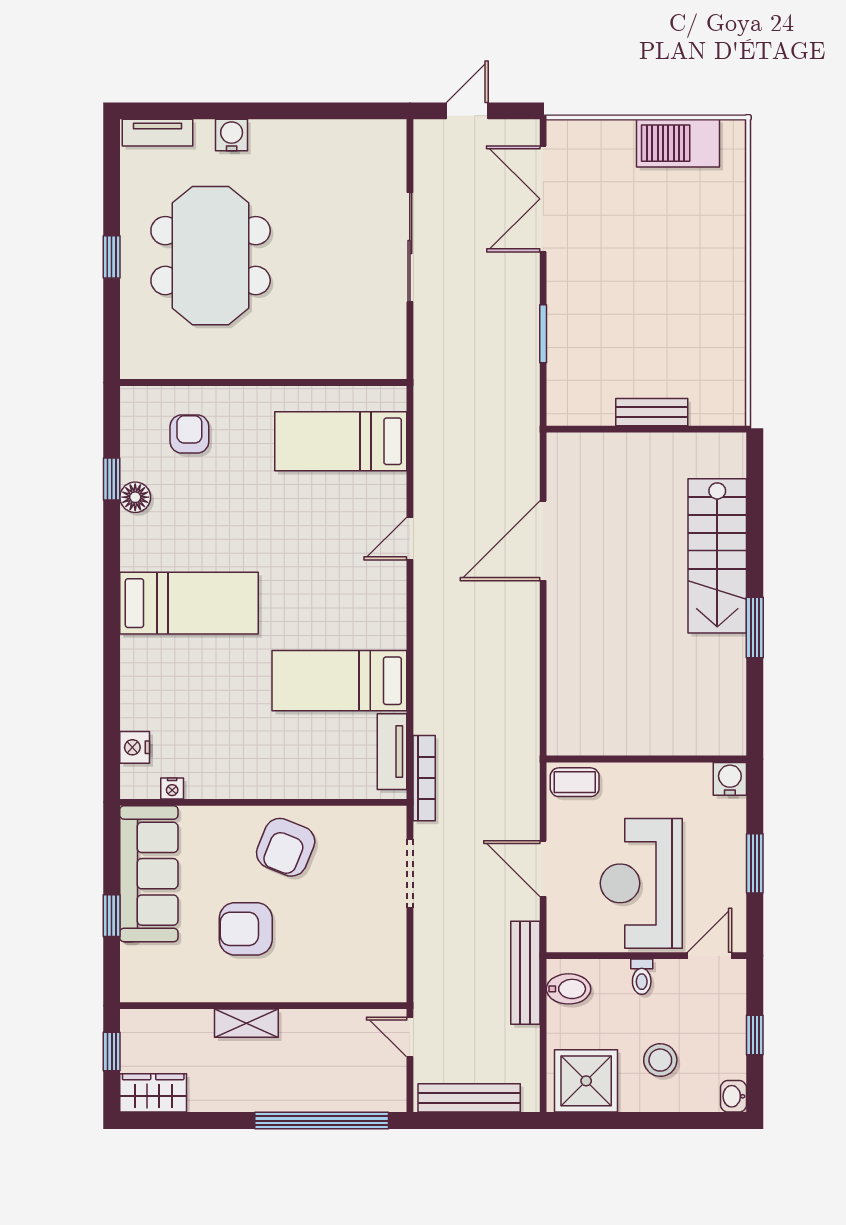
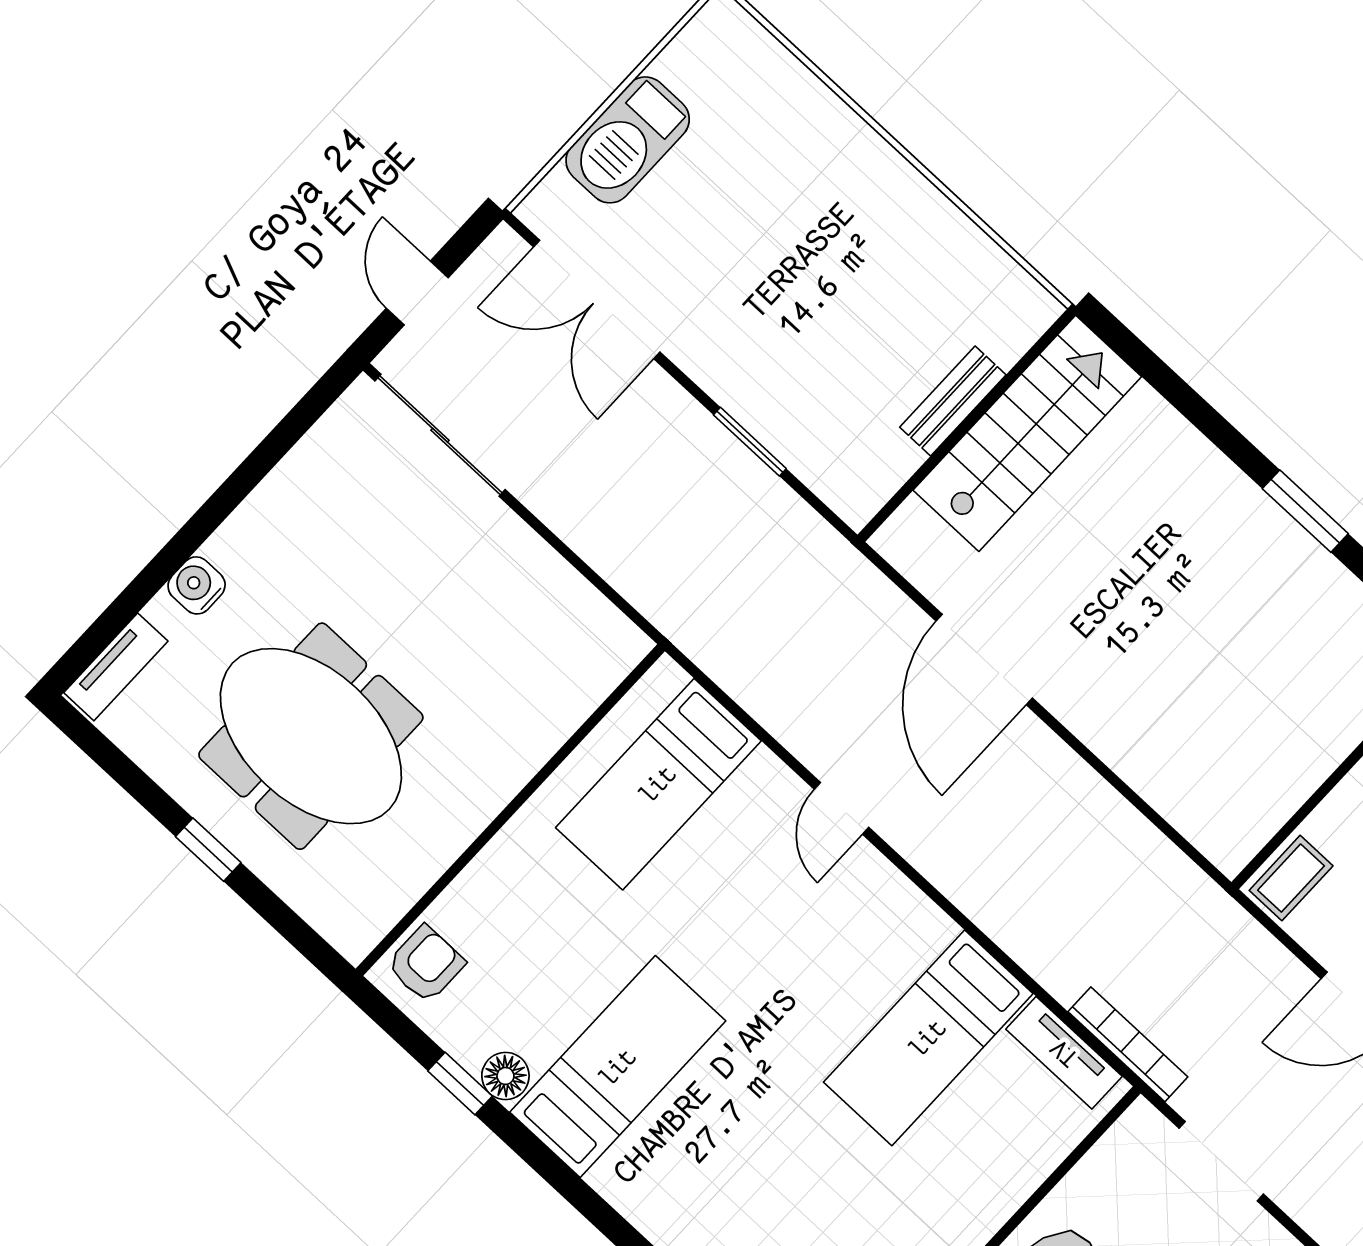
barbecue: (678, 143) -> (628, 140), moved
sliding door: (410, 247) -> (440, 435), moved
armchair: (189, 434) -> (426, 964), moved, turned 90
stairs: (717, 556) -> (1027, 433), moved, turned -90
bed: (189, 603) -> (618, 1067), moved

